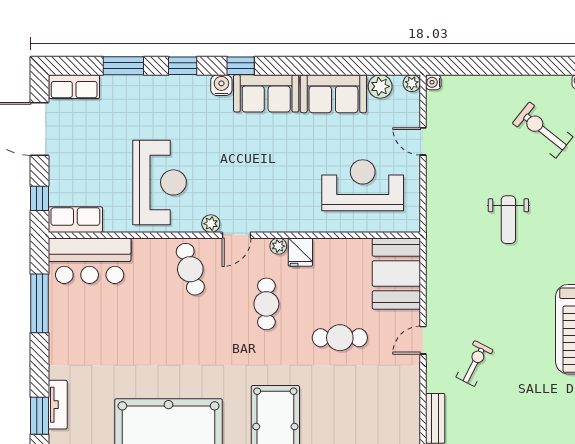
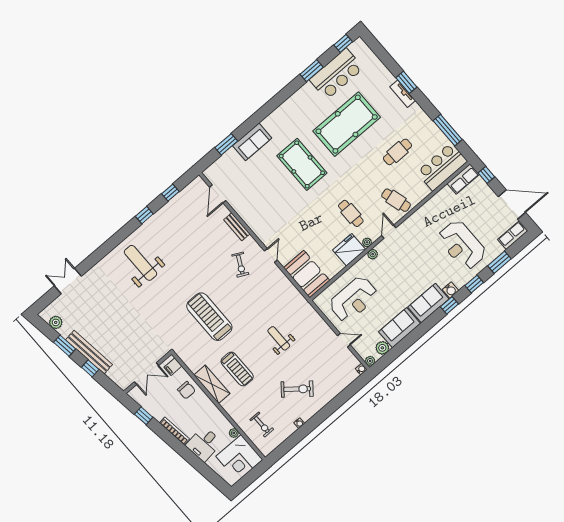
reception desk: (160, 182) -> (462, 245), moved
plant: (211, 224) -> (373, 254), moved
fridge: (300, 252) -> (349, 250), width x1.88, depth x1.34
cafe table: (340, 338) -> (397, 152), moved

